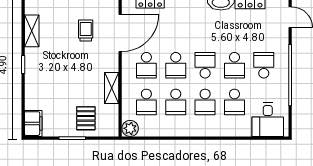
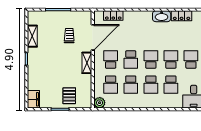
school desk: (146, 65) -> (111, 59), turned 180
school desk: (234, 65) -> (171, 59), turned 180
shelving: (112, 88) -> (87, 63), moved

